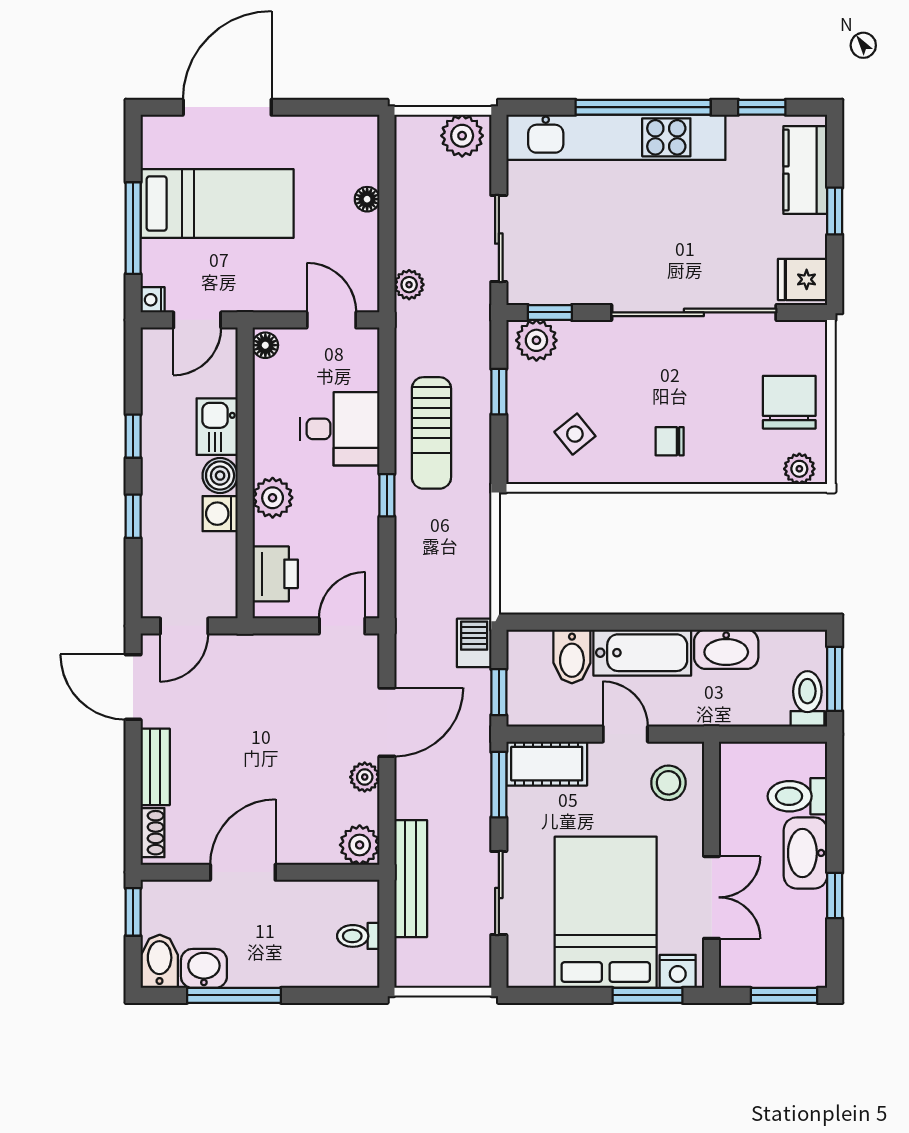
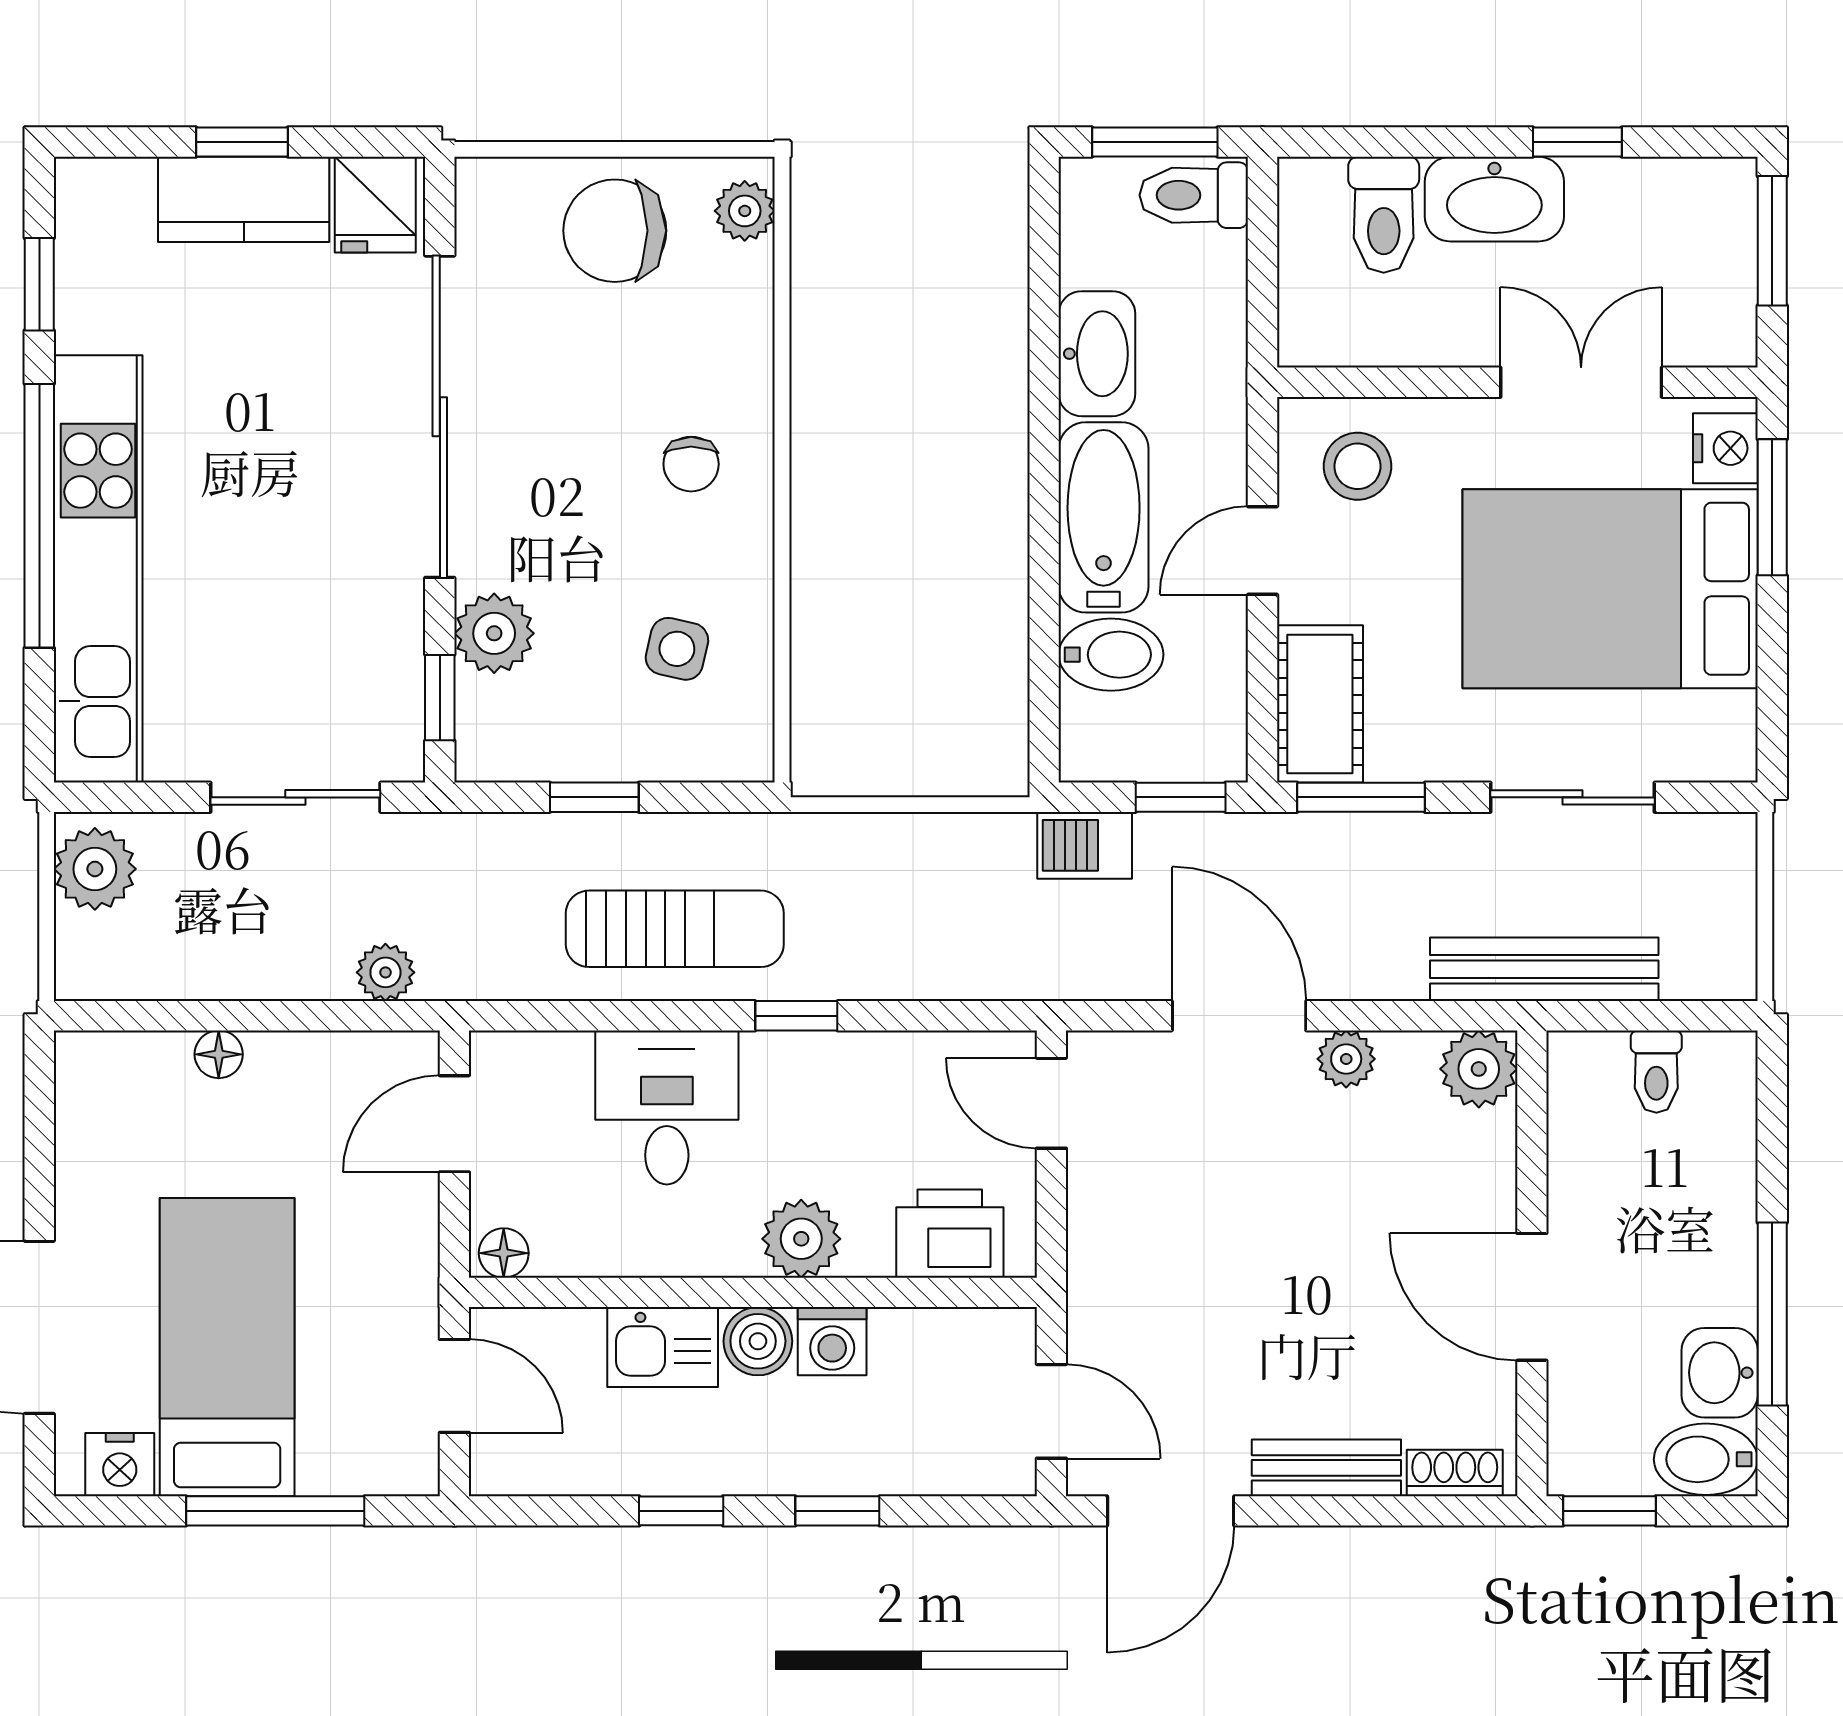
kitchen counter: (805, 170) -> (244, 199), moved
nightstand: (153, 300) -> (120, 1465), moved, width x1.39, depth x1.35
plant: (536, 340) -> (494, 633), moved
side table: (575, 434) -> (677, 649), turned -38

